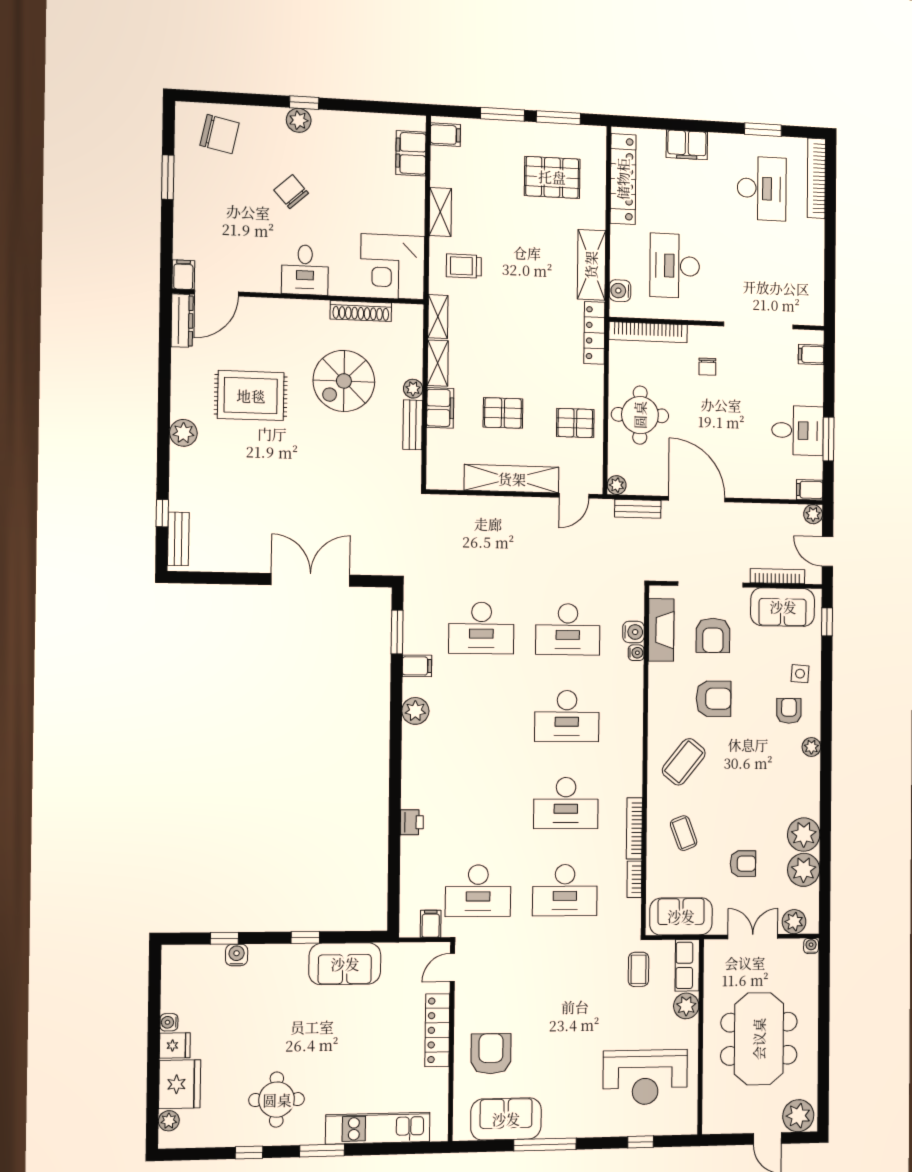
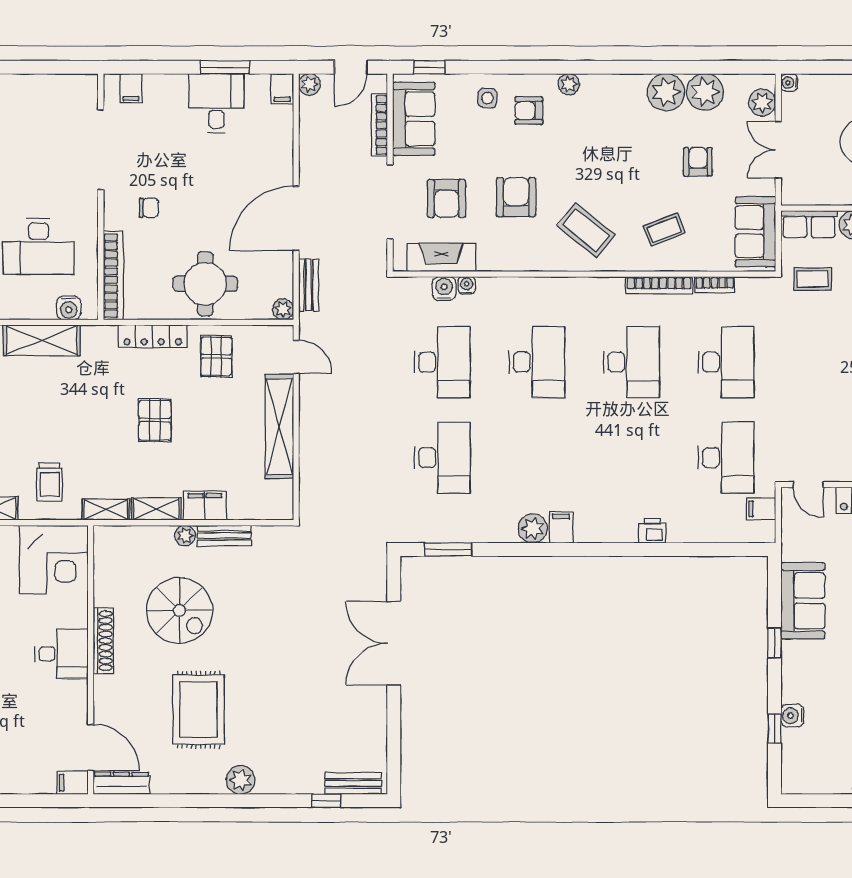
shoe rack: (361, 311) -> (103, 641), moved
locker: (594, 333) -> (153, 336), moved
pallet: (503, 413) -> (155, 420), moved
armchair: (713, 635) -> (446, 198), turned 90
filing cabinet: (417, 666) -> (561, 527), moved

